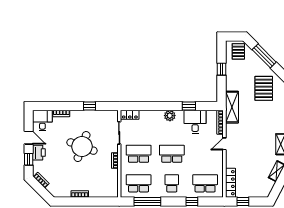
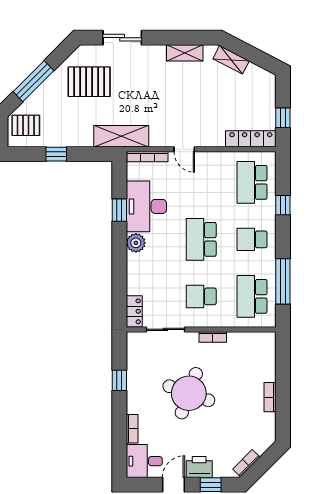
desk: (195, 122) -> (146, 206), width x1.37
school desk: (139, 154) -> (201, 296), width x0.54

